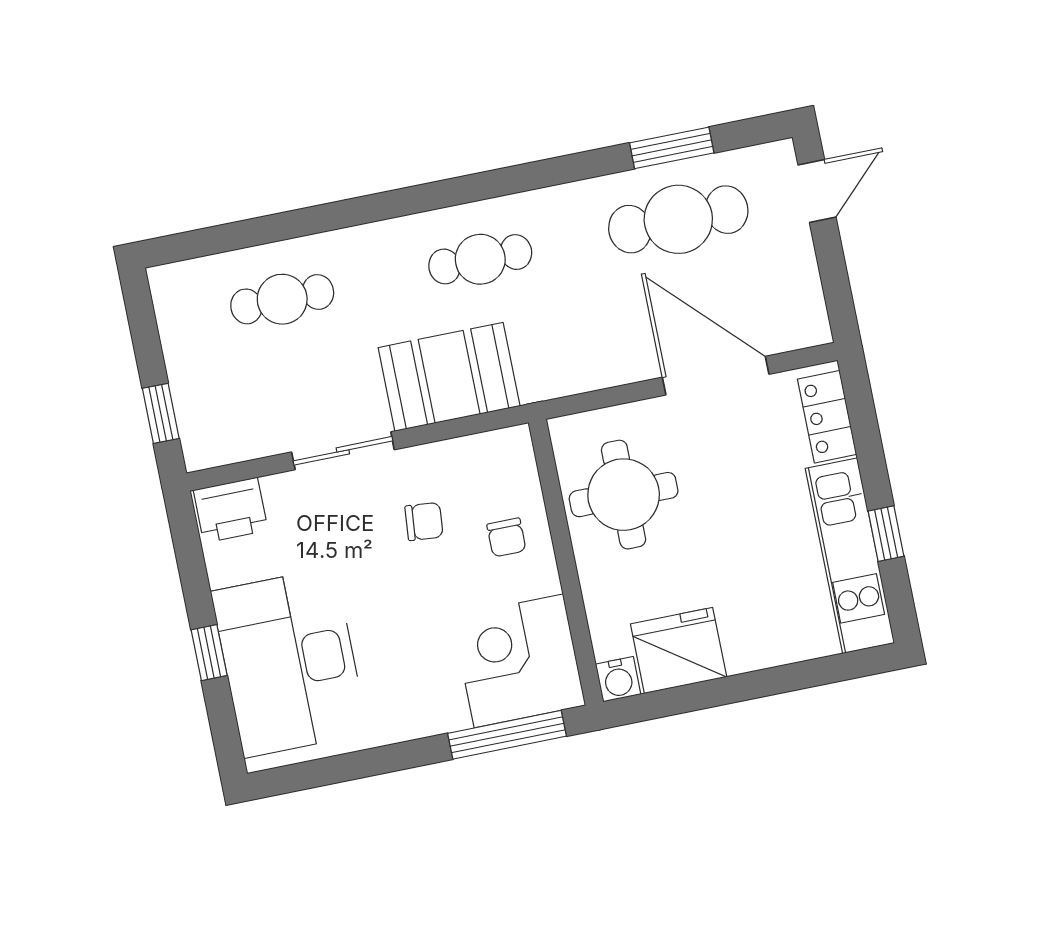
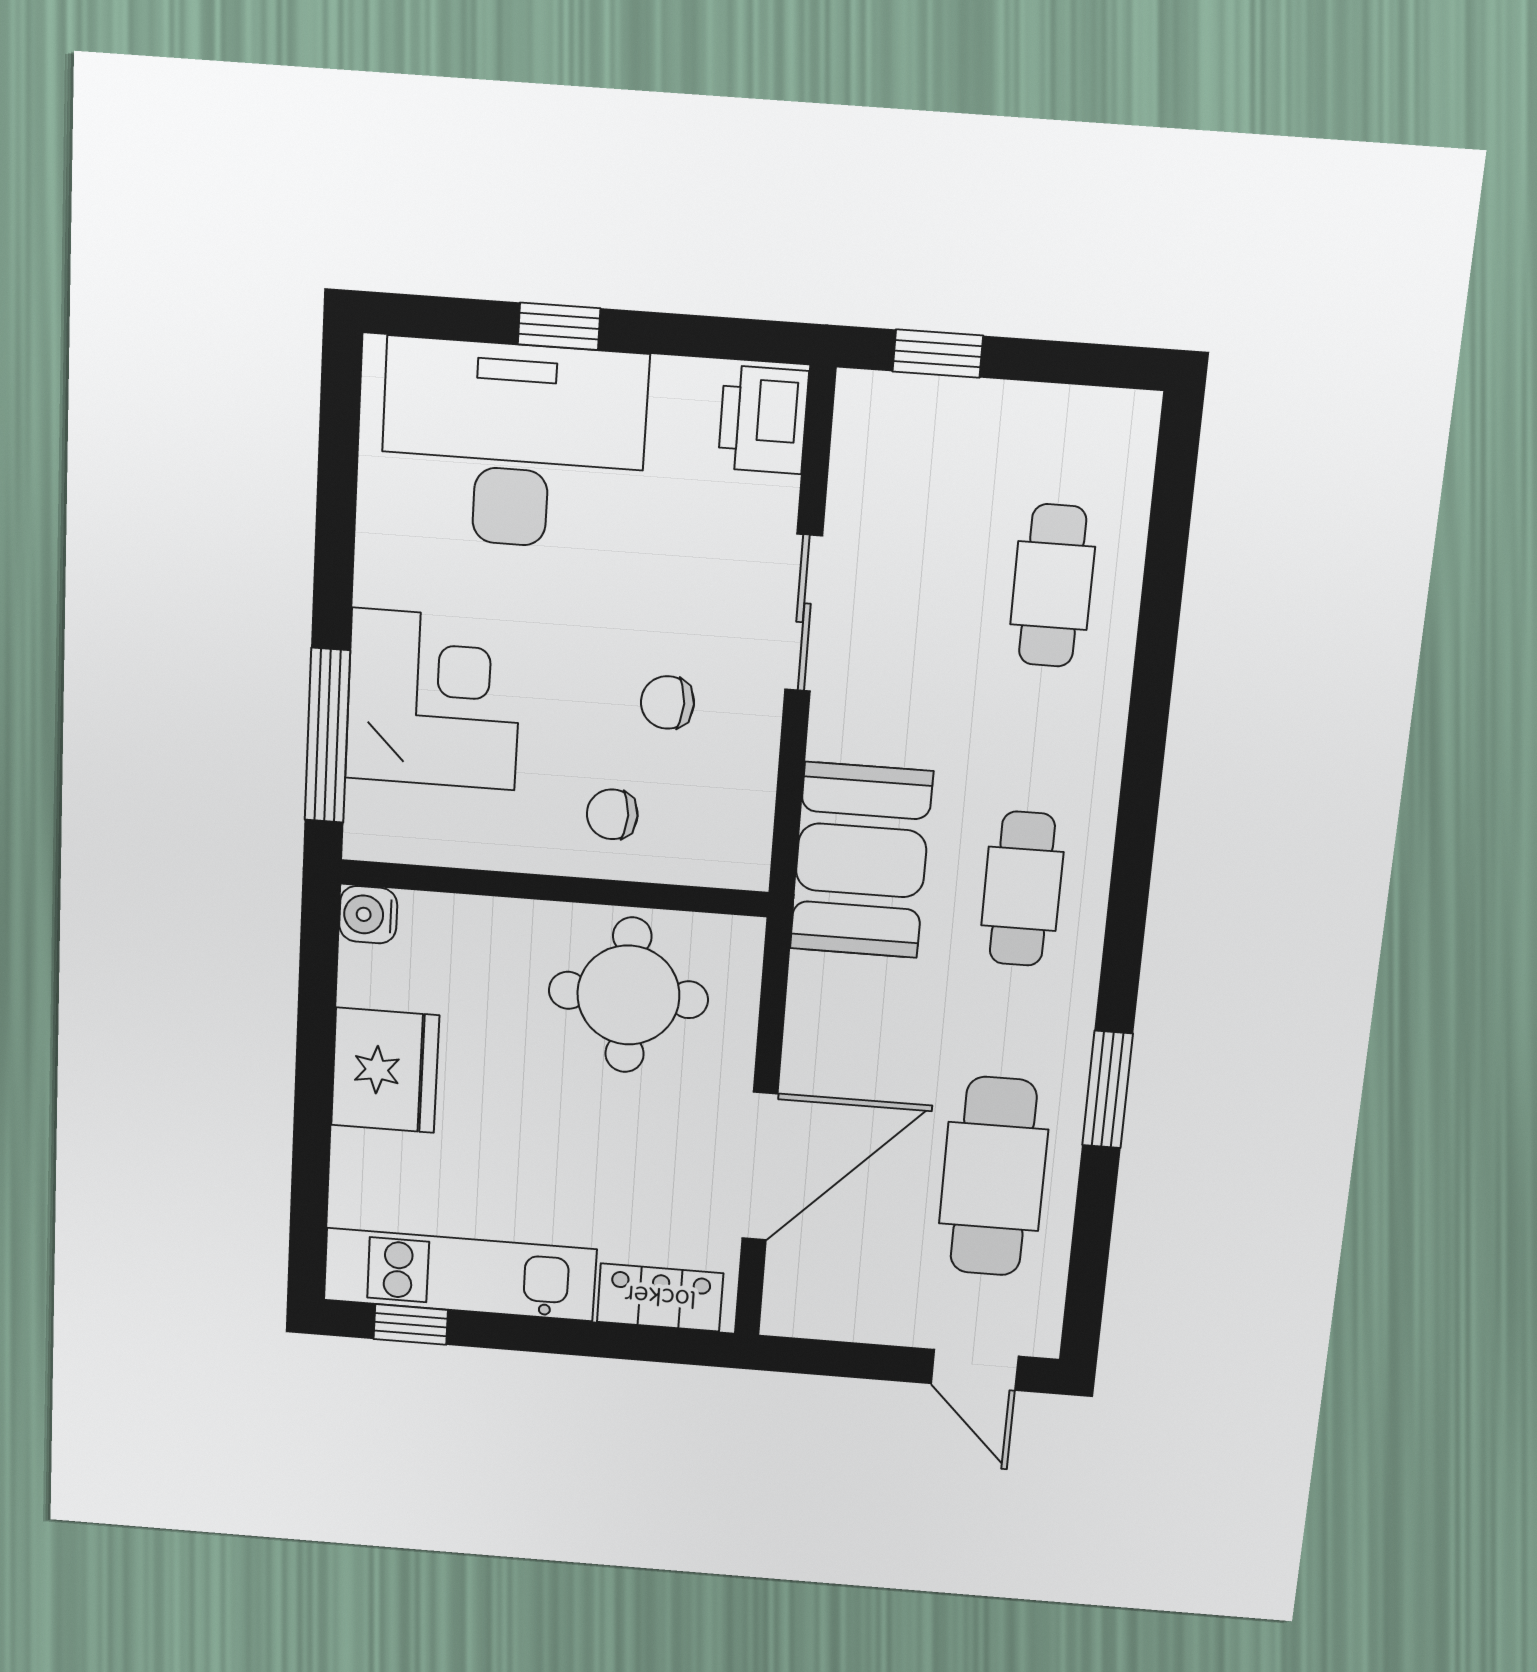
window: (672, 148) -> (1108, 1090), moved
booth: (449, 377) -> (861, 860), moved
chair: (424, 521) -> (668, 702), turned 85
window: (886, 534) -> (411, 1324), moved
fridge: (679, 650) -> (385, 1070), moved
corner desk: (519, 661) -> (434, 699), moved

